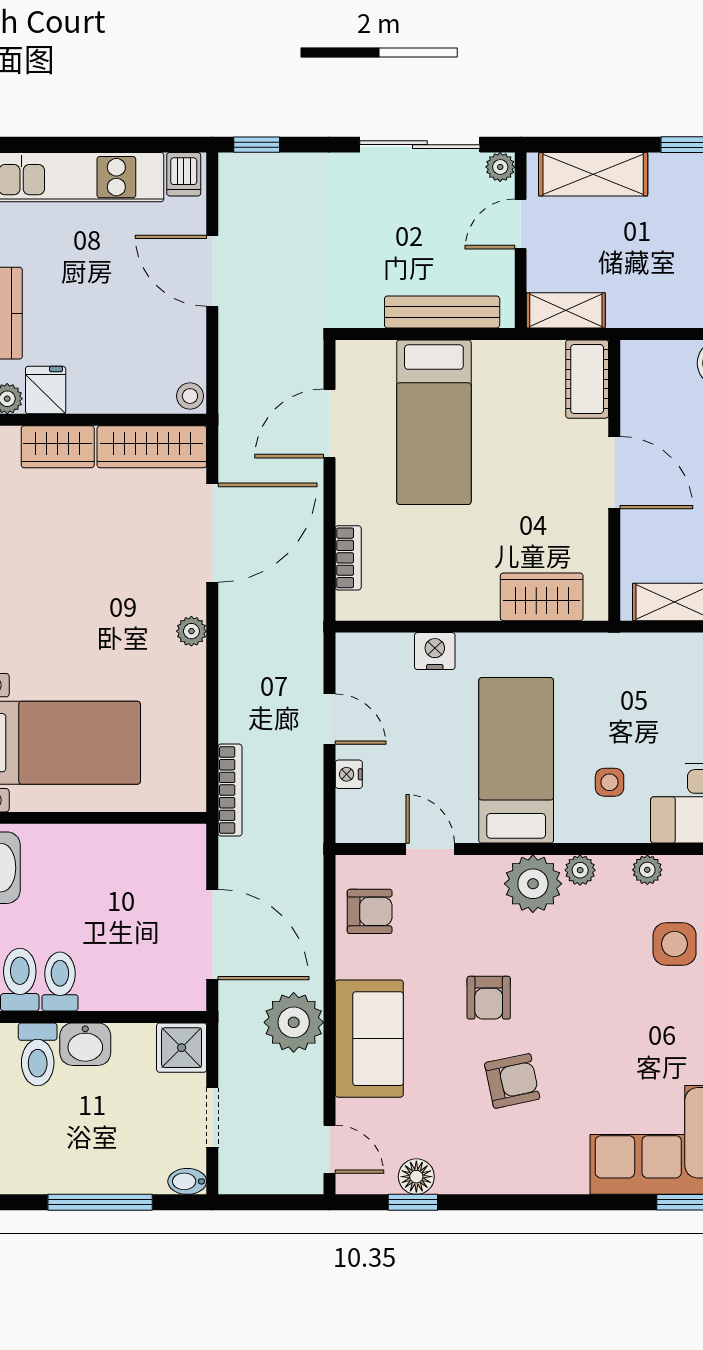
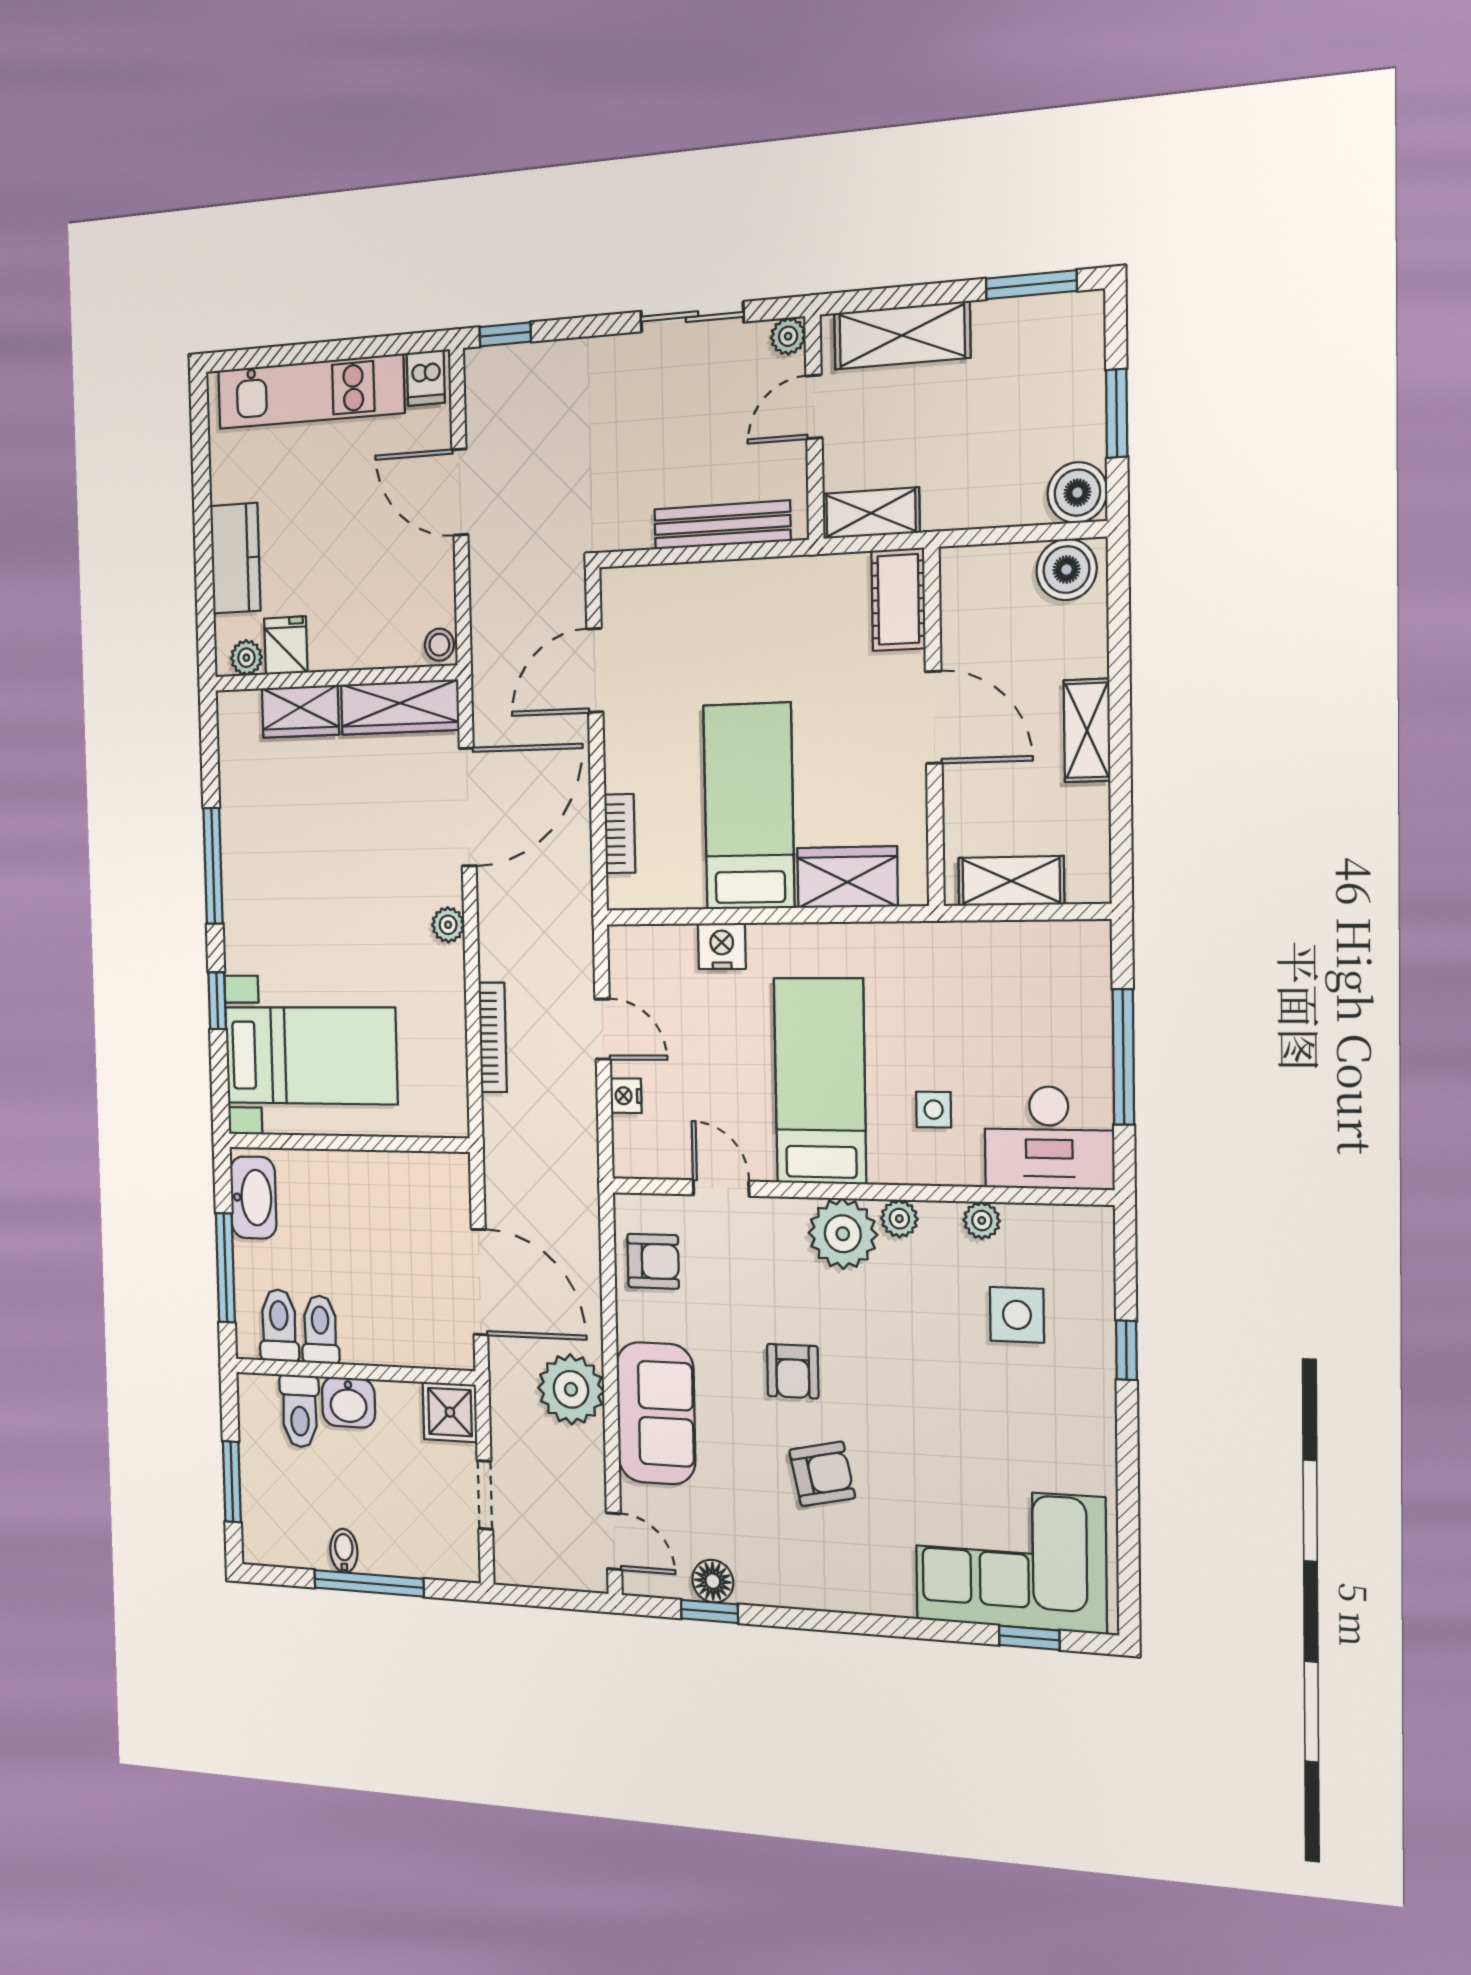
sliding door: (420, 145) -> (692, 317), width x0.73
bed: (434, 422) -> (749, 806), moved, turned 180
bookcase: (230, 790) -> (493, 1037), moved
bidet: (187, 1181) -> (344, 1551), moved, turned 90

